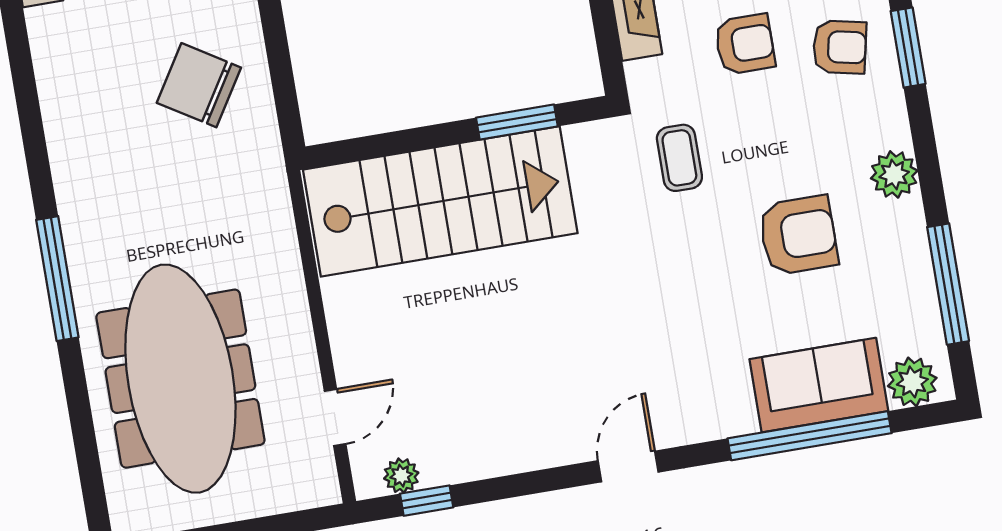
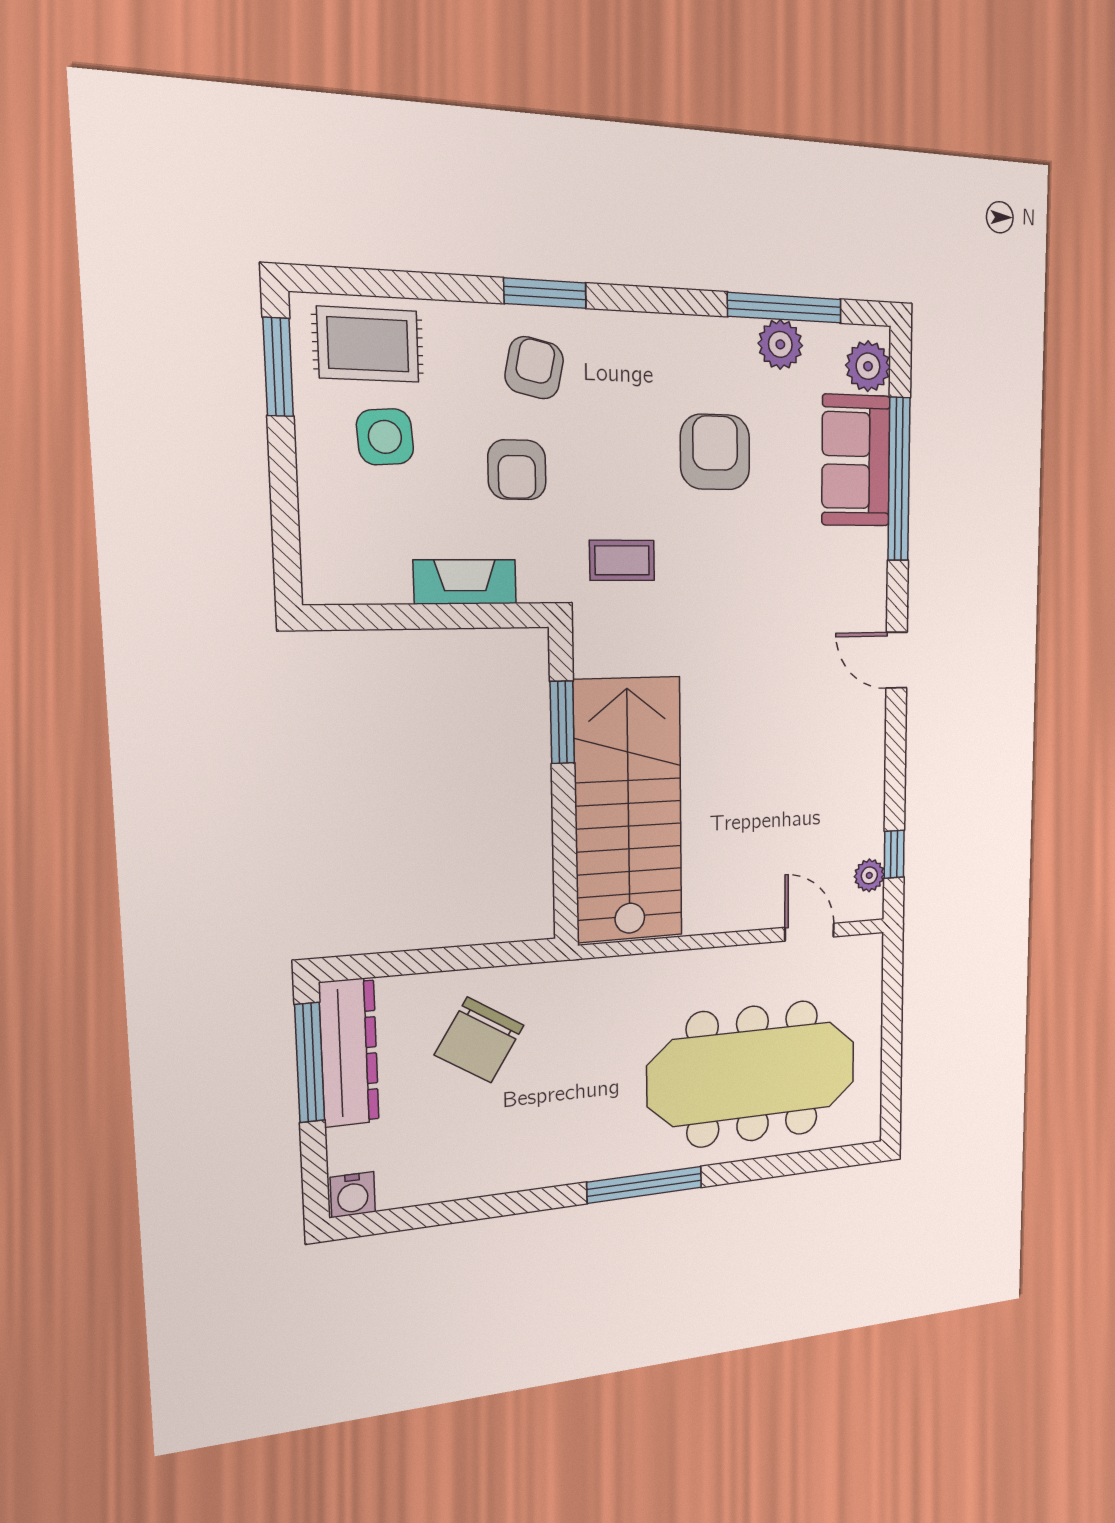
armchair: (745, 44) -> (517, 470), turned 180
plant: (894, 174) -> (780, 344), moved

